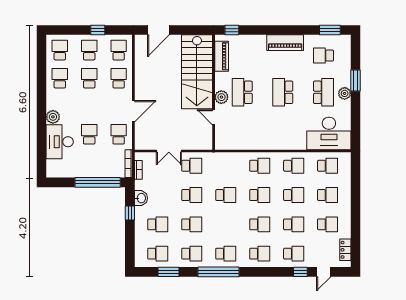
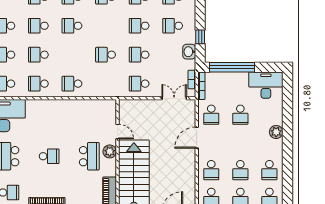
school desk: (283, 92) -> (49, 156), width x0.54
desk: (60, 142) -> (266, 85), moved, turned -90
double door: (169, 151) -> (174, 98), moved
school desk: (260, 195) -> (72, 55), removed

